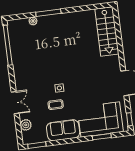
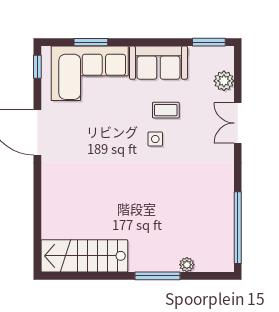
stairs: (107, 31) -> (84, 256), moved, turned -90

